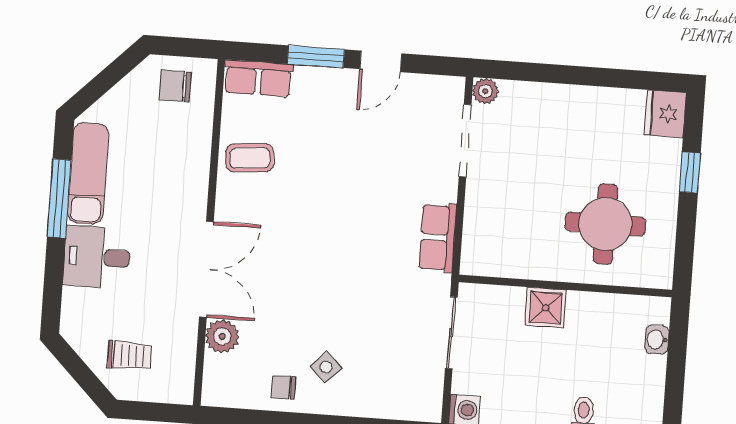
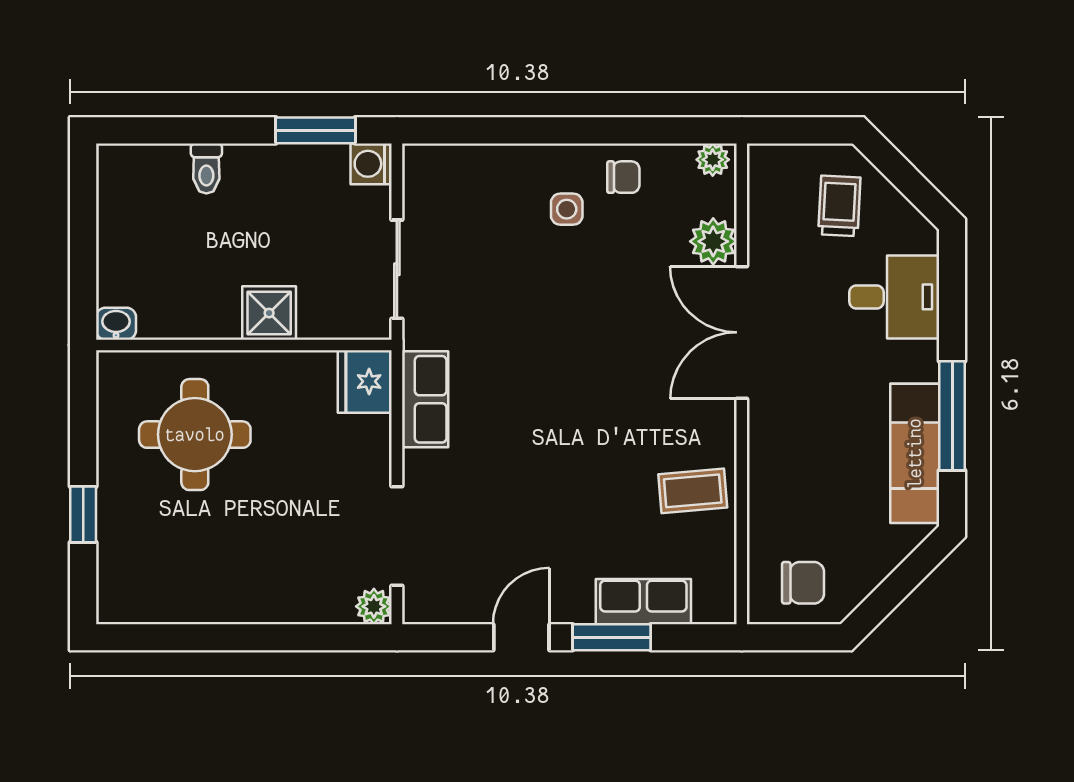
row of seats: (258, 78) -> (643, 602), moved
fridge: (665, 114) -> (365, 381), moved, turned 180
desk: (97, 257) -> (894, 297), moved
washbasin: (657, 340) -> (116, 324), moved, turned -90
trolley: (130, 355) -> (839, 206), turned 93
side table: (326, 367) -> (567, 209), turned 45
plant: (218, 395) -> (713, 160), added

